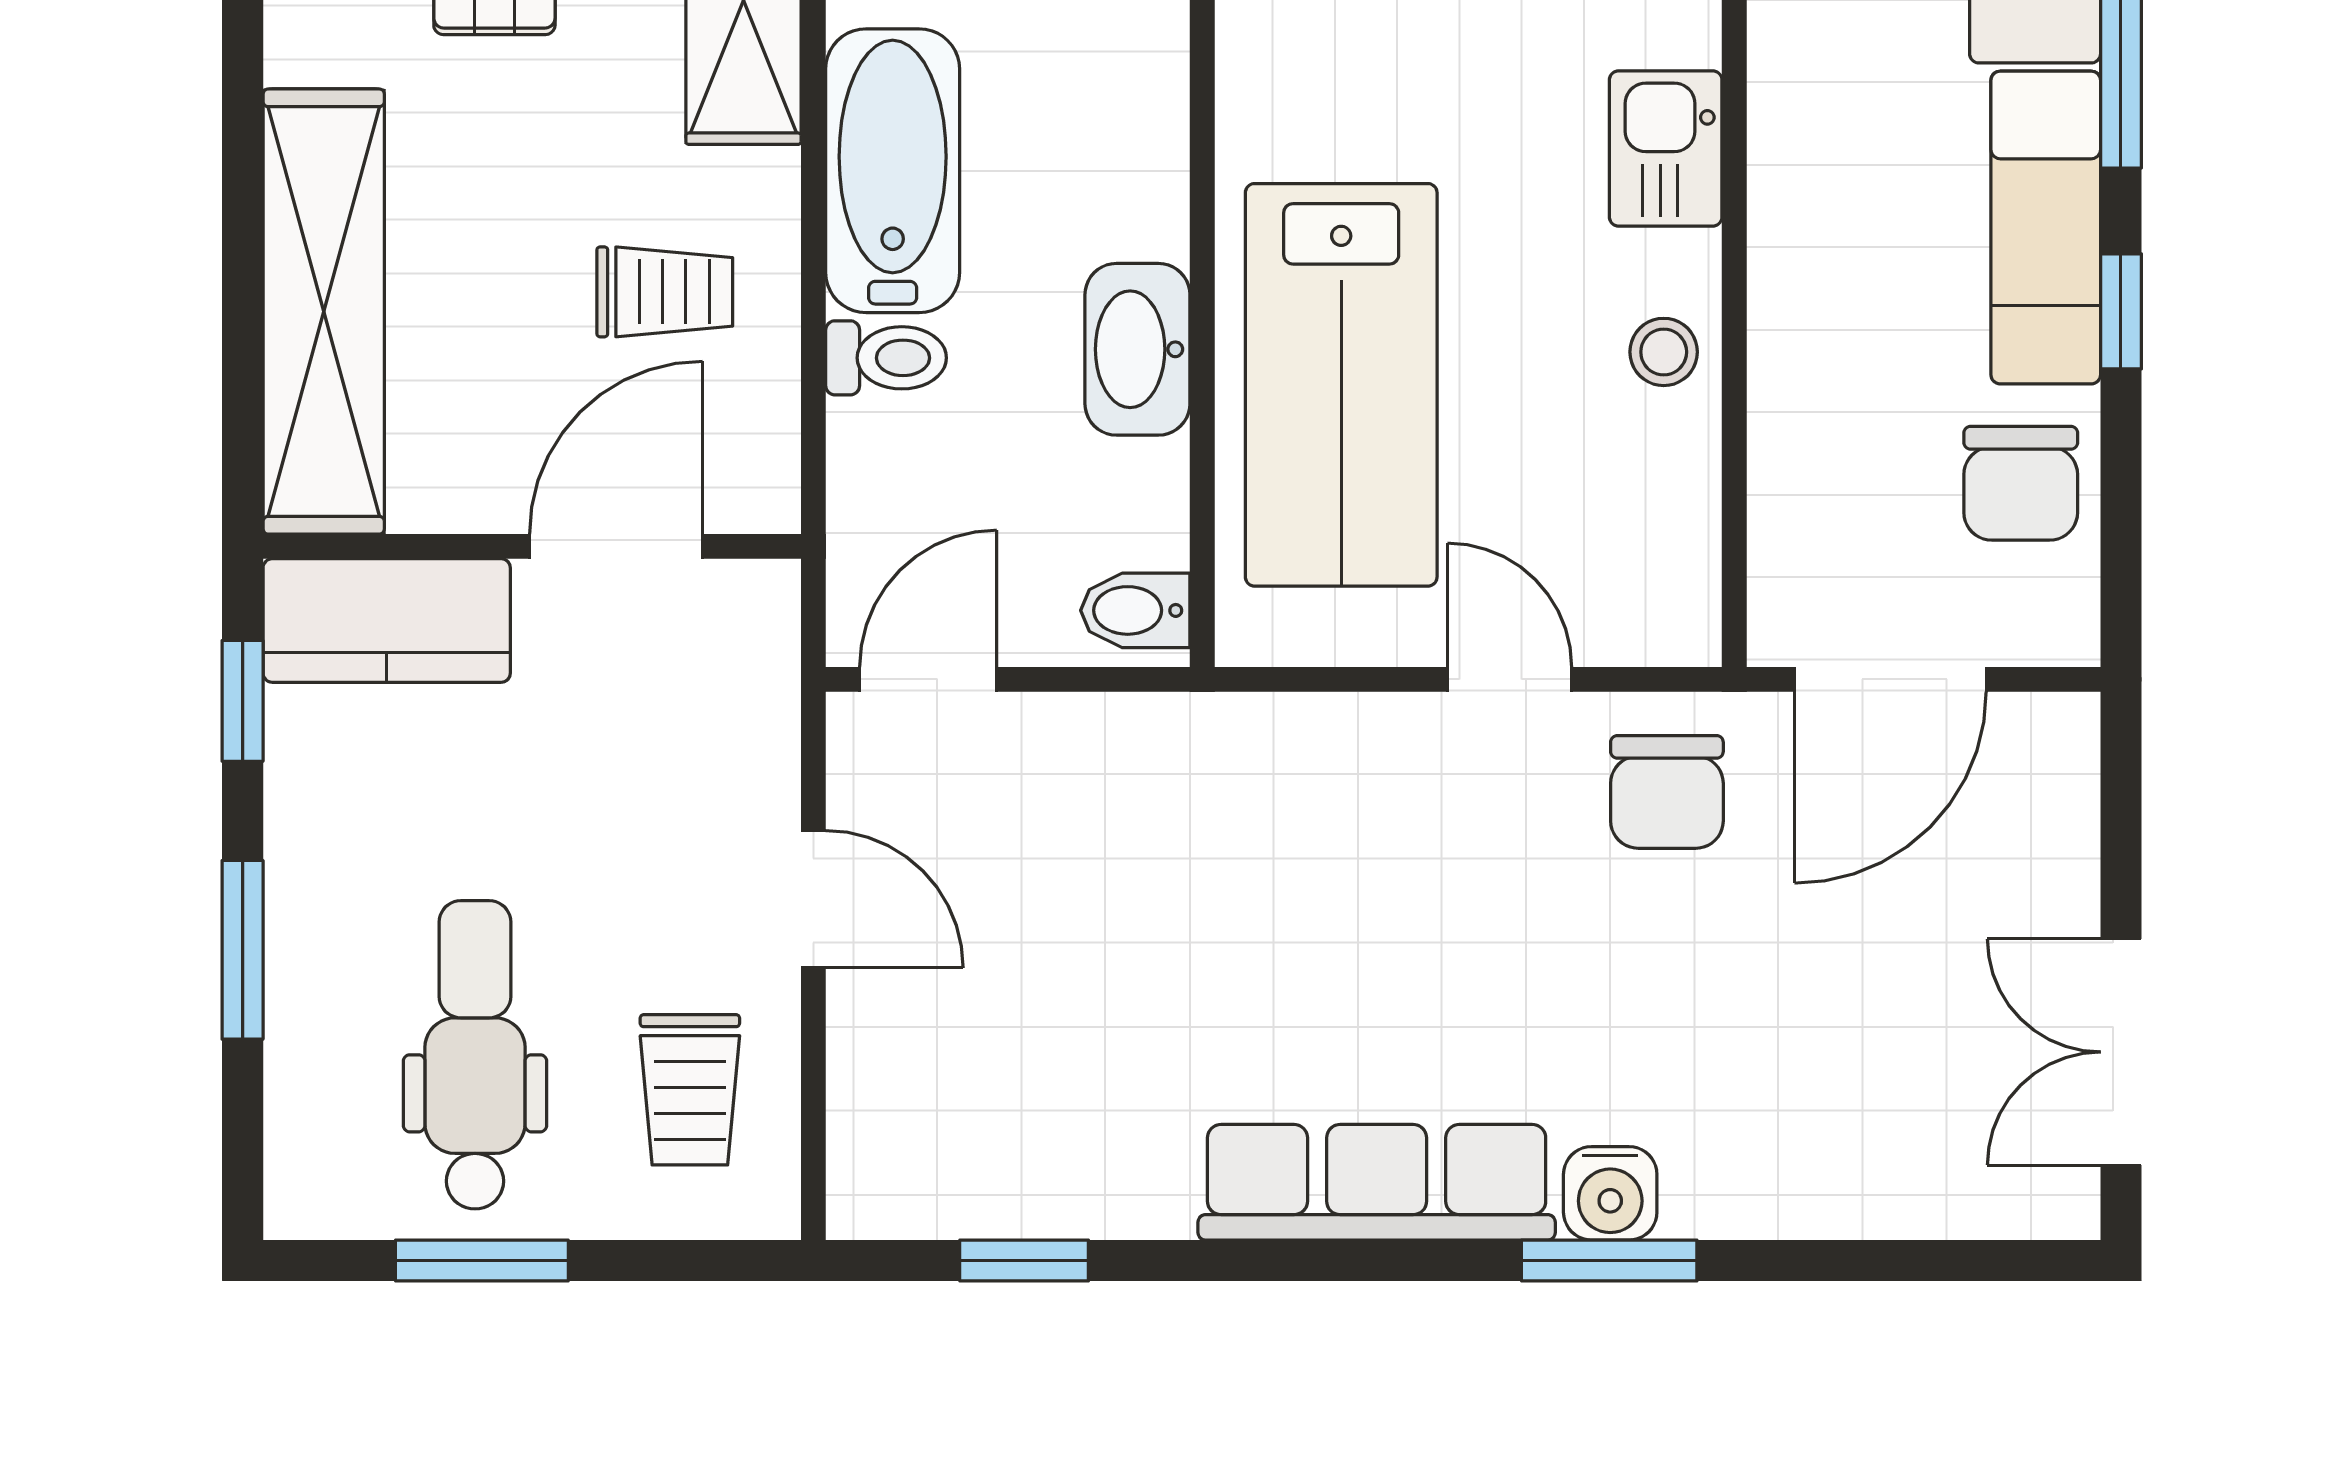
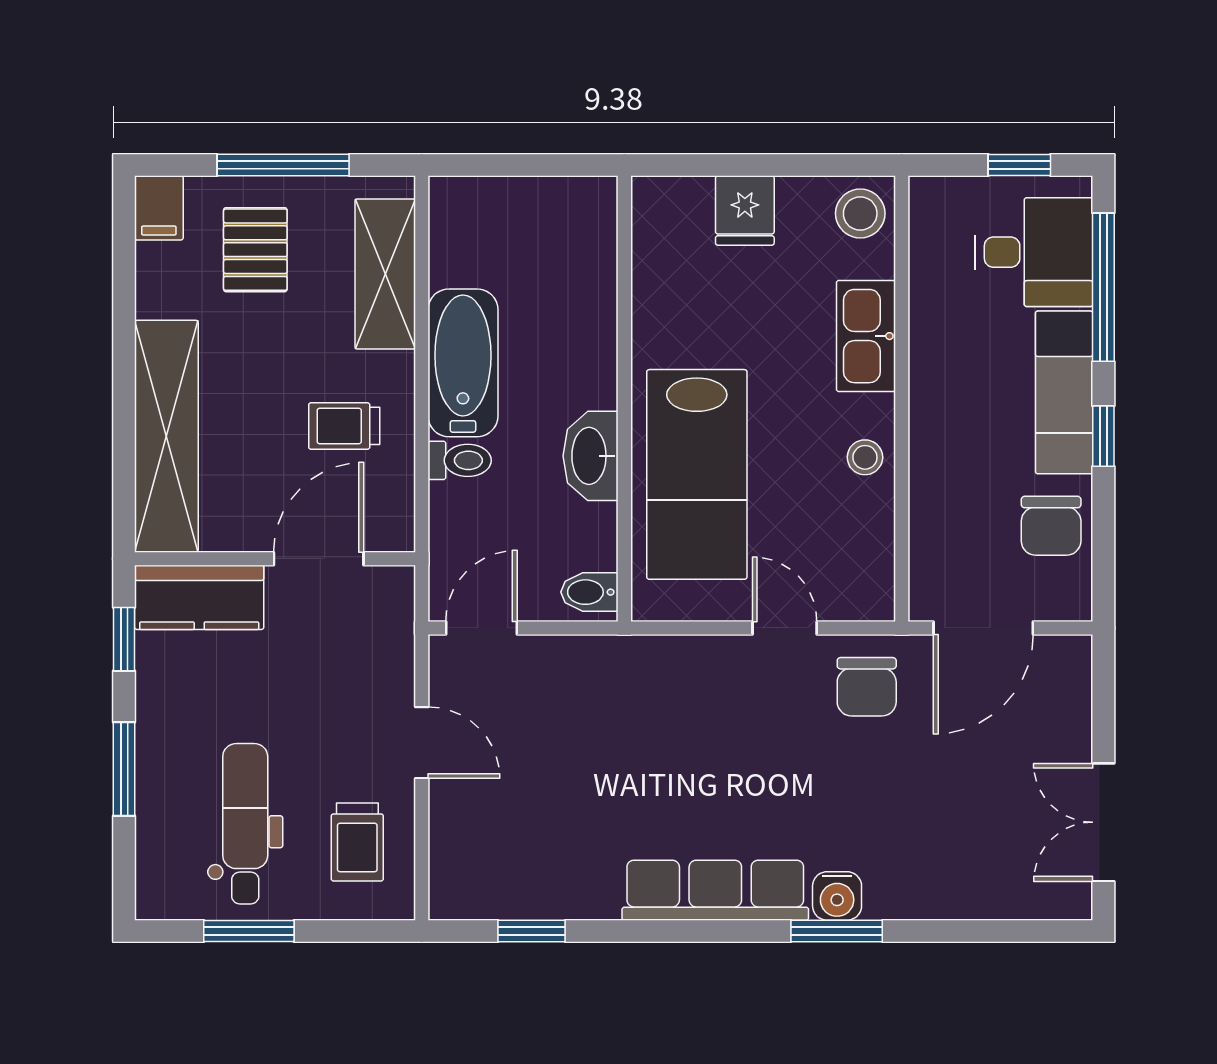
kitchen sink: (1666, 148) -> (866, 336), width x1.38
trolley: (665, 292) -> (344, 426), turned 180

